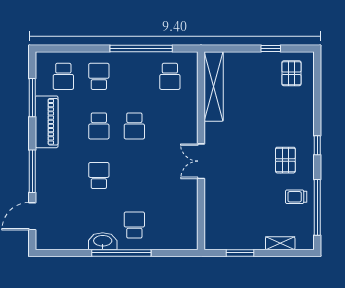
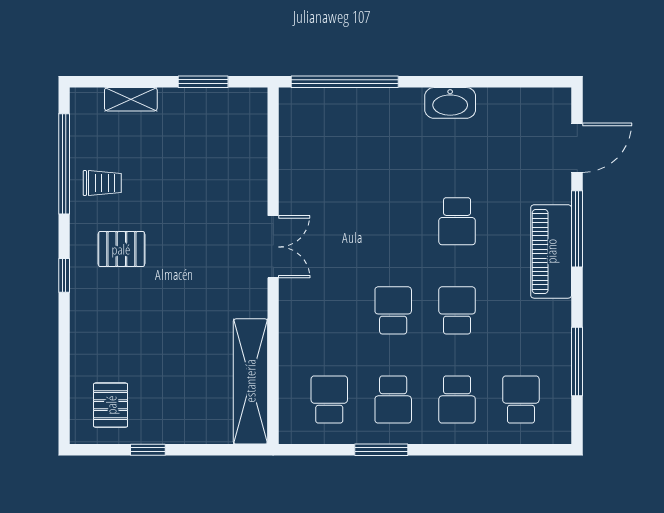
window: (141, 48) -> (381, 450), width x0.47
piano: (47, 122) -> (551, 251), moved
pallet: (285, 160) -> (121, 249), turned 90
school desk: (134, 225) -> (393, 400), moved
window: (121, 253) -> (345, 82), moved

